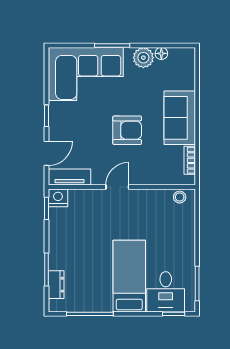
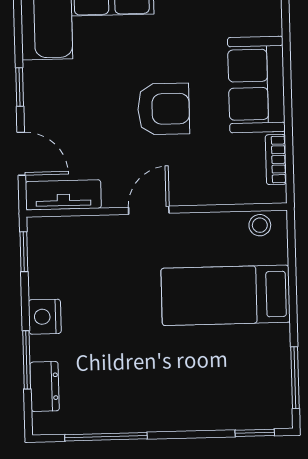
door: (46, 153) -> (21, 154), hinge flipped
nightstand: (58, 198) -> (45, 317), moved, turned -90
bed: (129, 276) -> (226, 295), moved, turned -90
desk: (166, 292) -> (240, 394), removed

